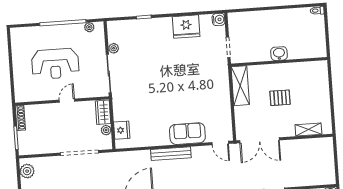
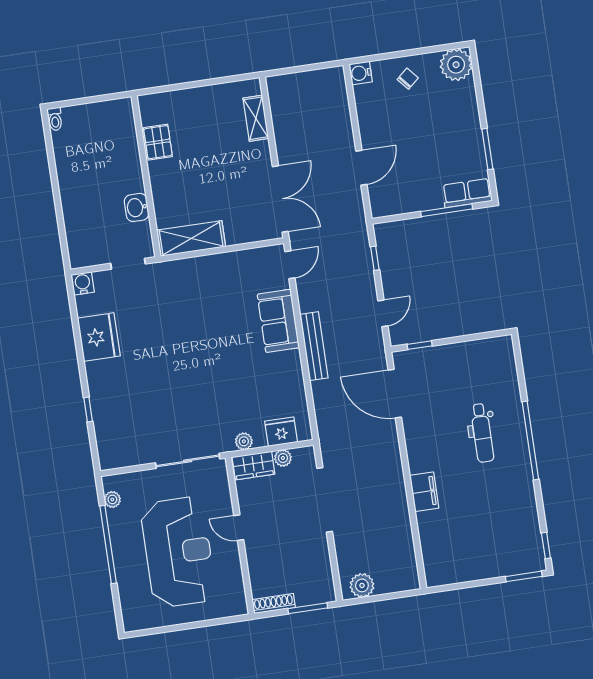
plant: (114, 48) -> (244, 441), moved
washbasin: (279, 54) -> (137, 207), moved
reception desk: (55, 64) -> (178, 552), width x1.36, depth x1.30
pallet: (280, 98) -> (158, 142), moved

